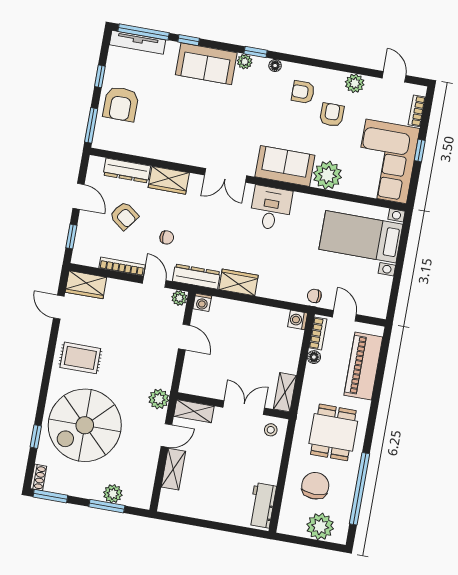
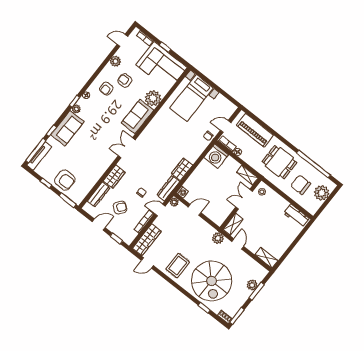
double door: (225, 175) -> (127, 148), swing flipped
desk: (271, 208) -> (154, 134), removed
wardrobe: (86, 285) -> (147, 240), width x1.50
washing machine: (298, 320) -> (216, 156), width x1.89, depth x1.89
shelving: (173, 469) -> (266, 258), moved

